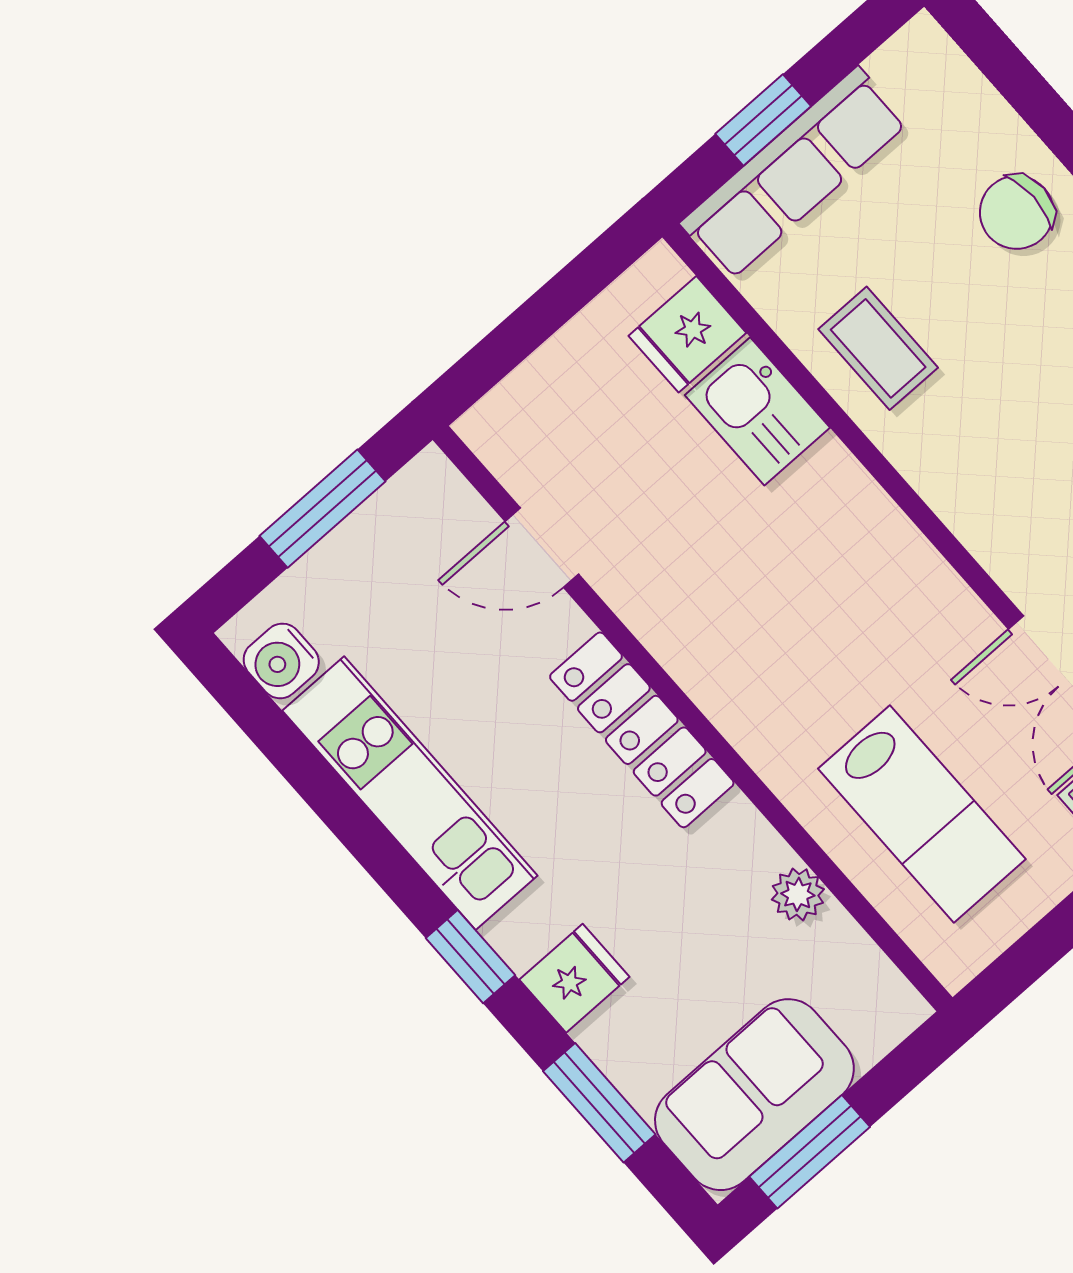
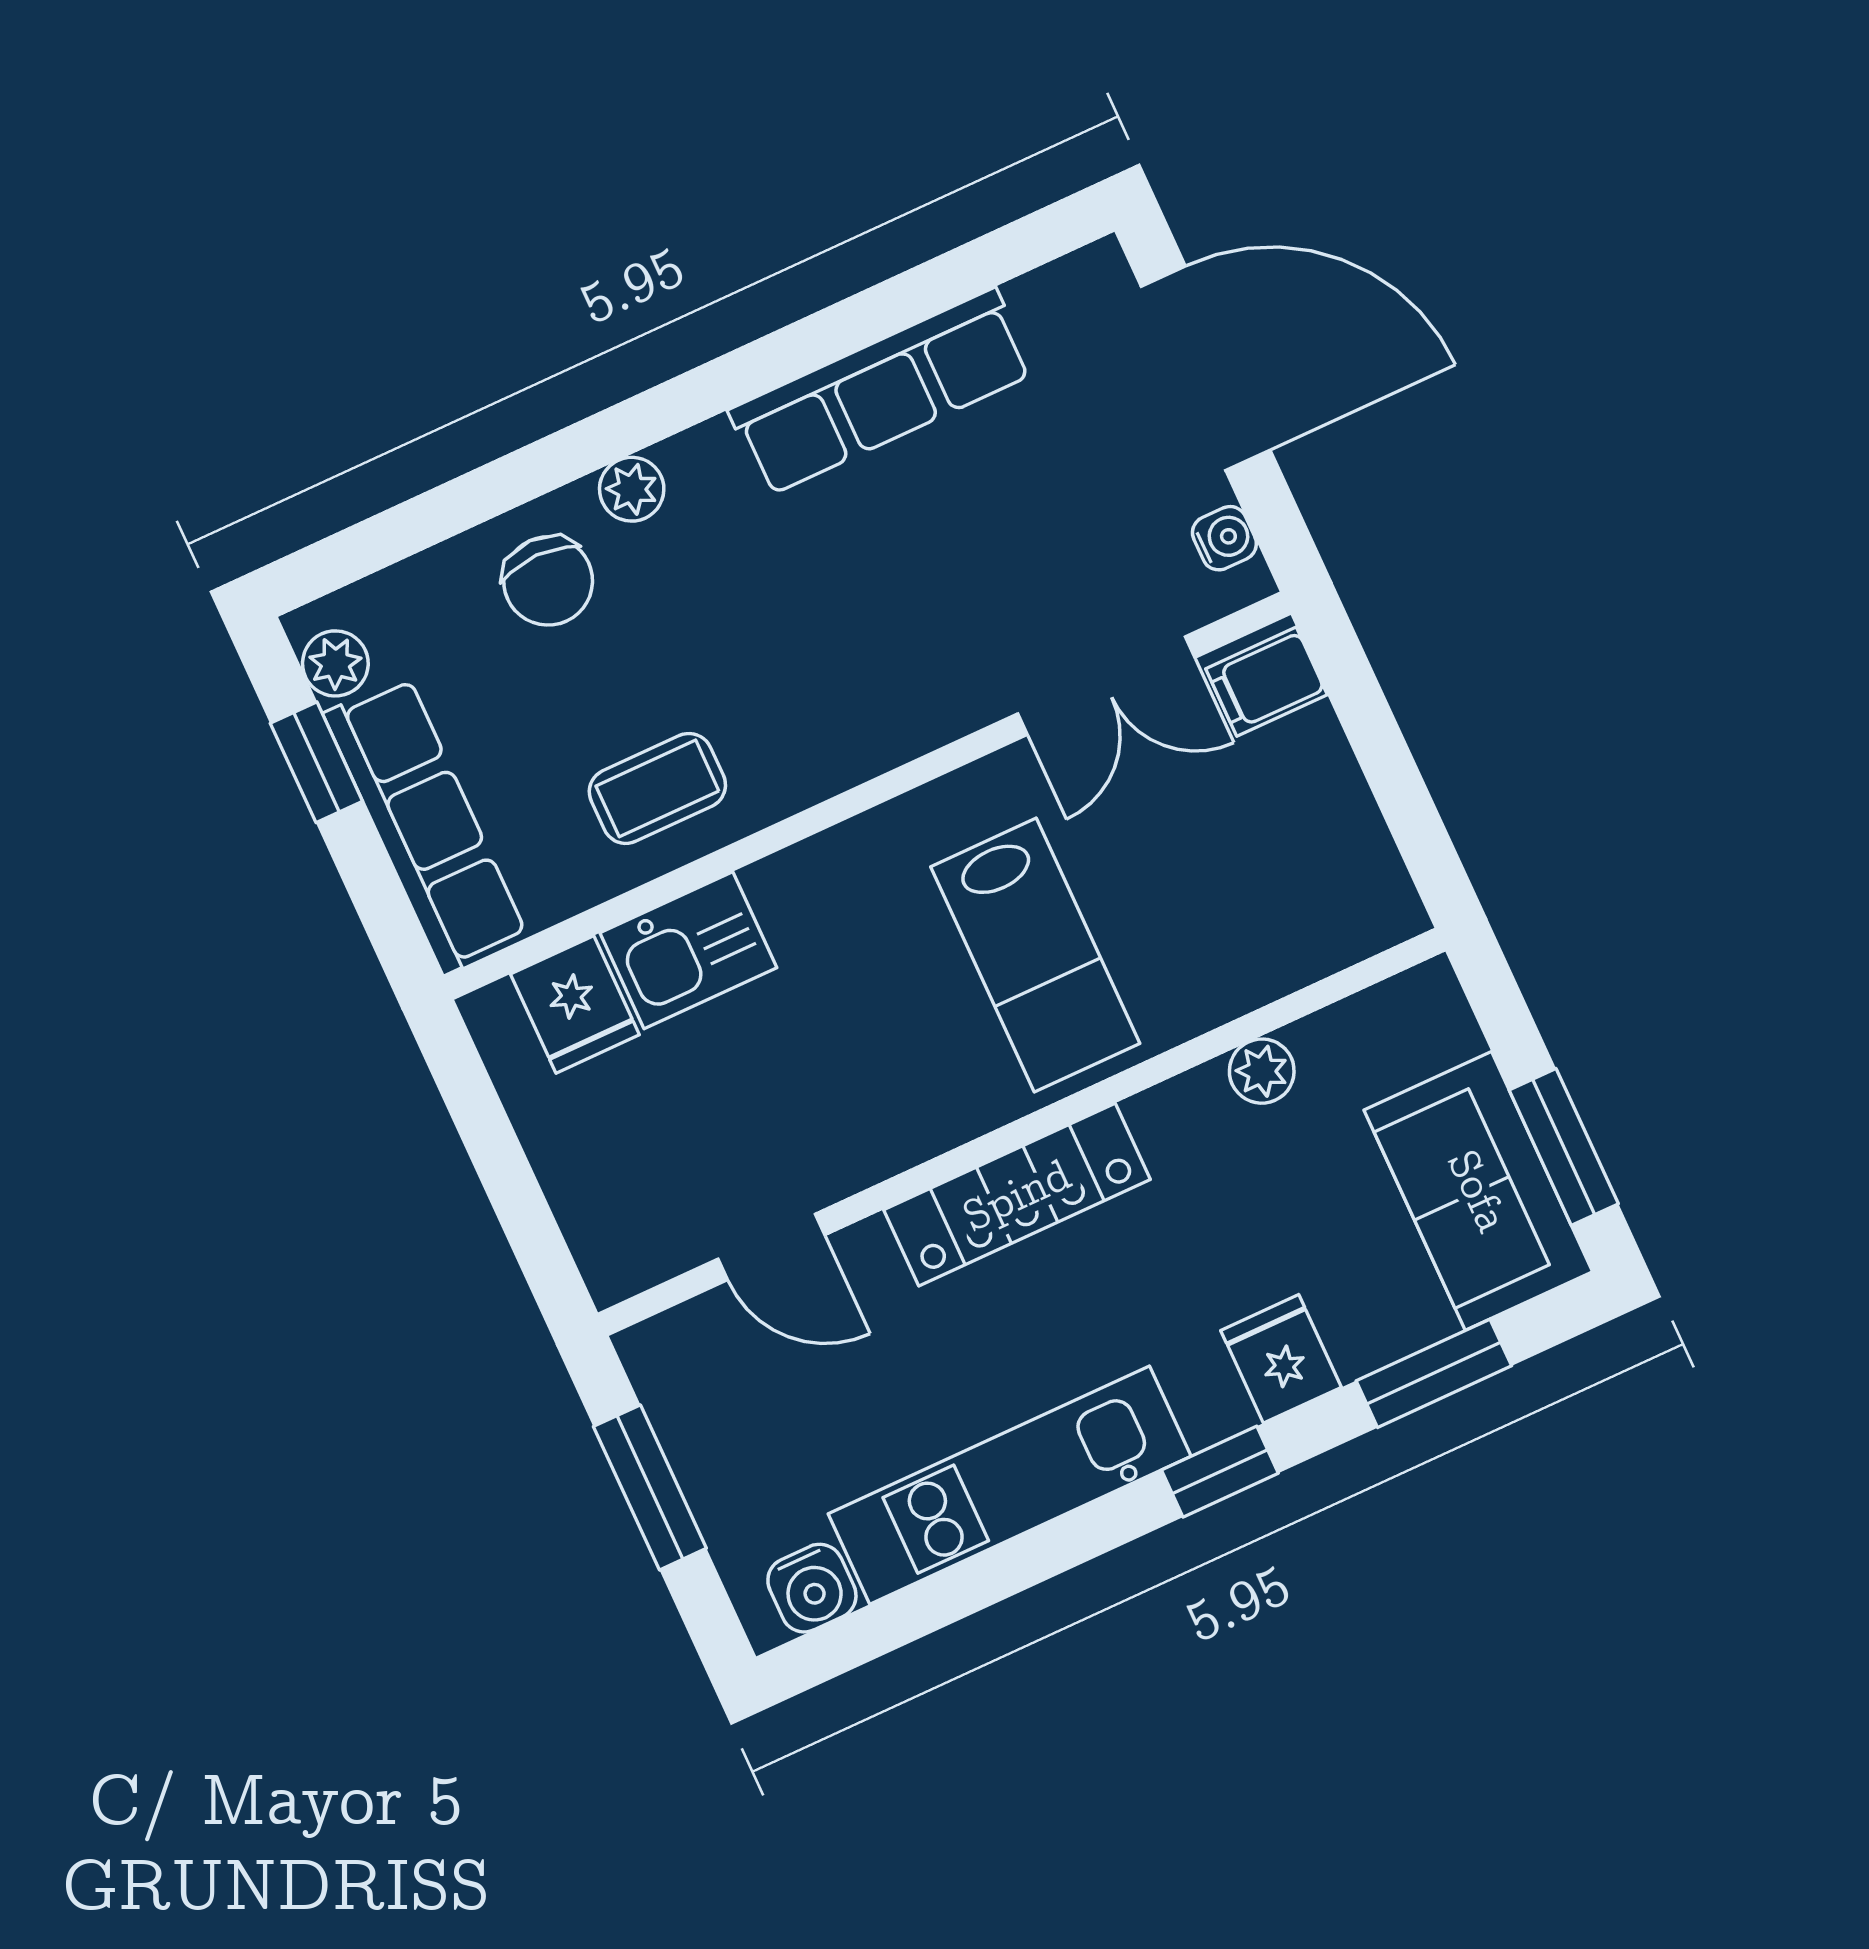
plant: (901, 63) -> (335, 663), added
window: (763, 120) -> (316, 762), moved
door: (542, 548) -> (771, 1247), hinge flipped
lab bench: (922, 814) -> (1035, 955), moved, turned 90

